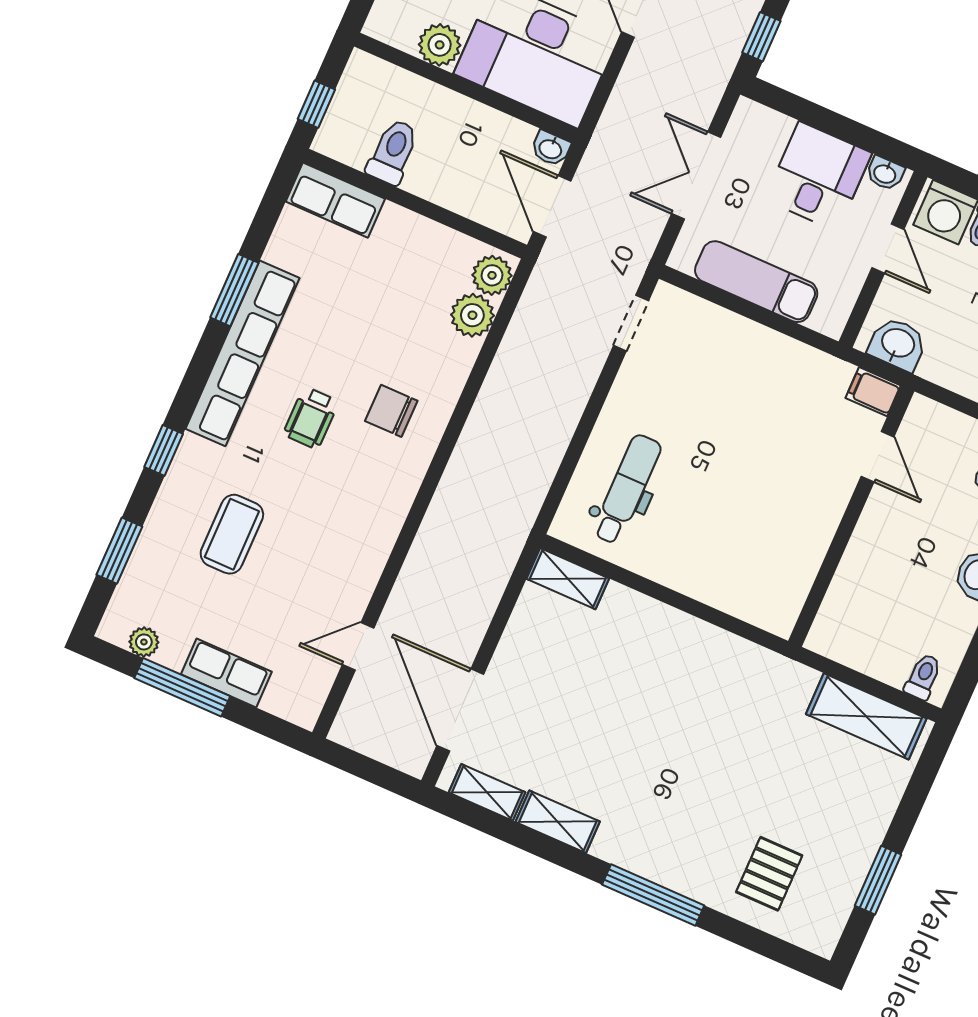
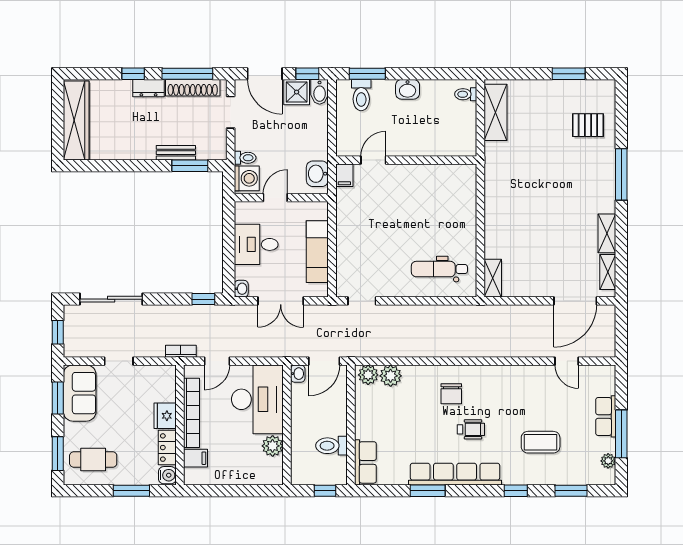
washbasin: (885, 173) -> (241, 289), moved

